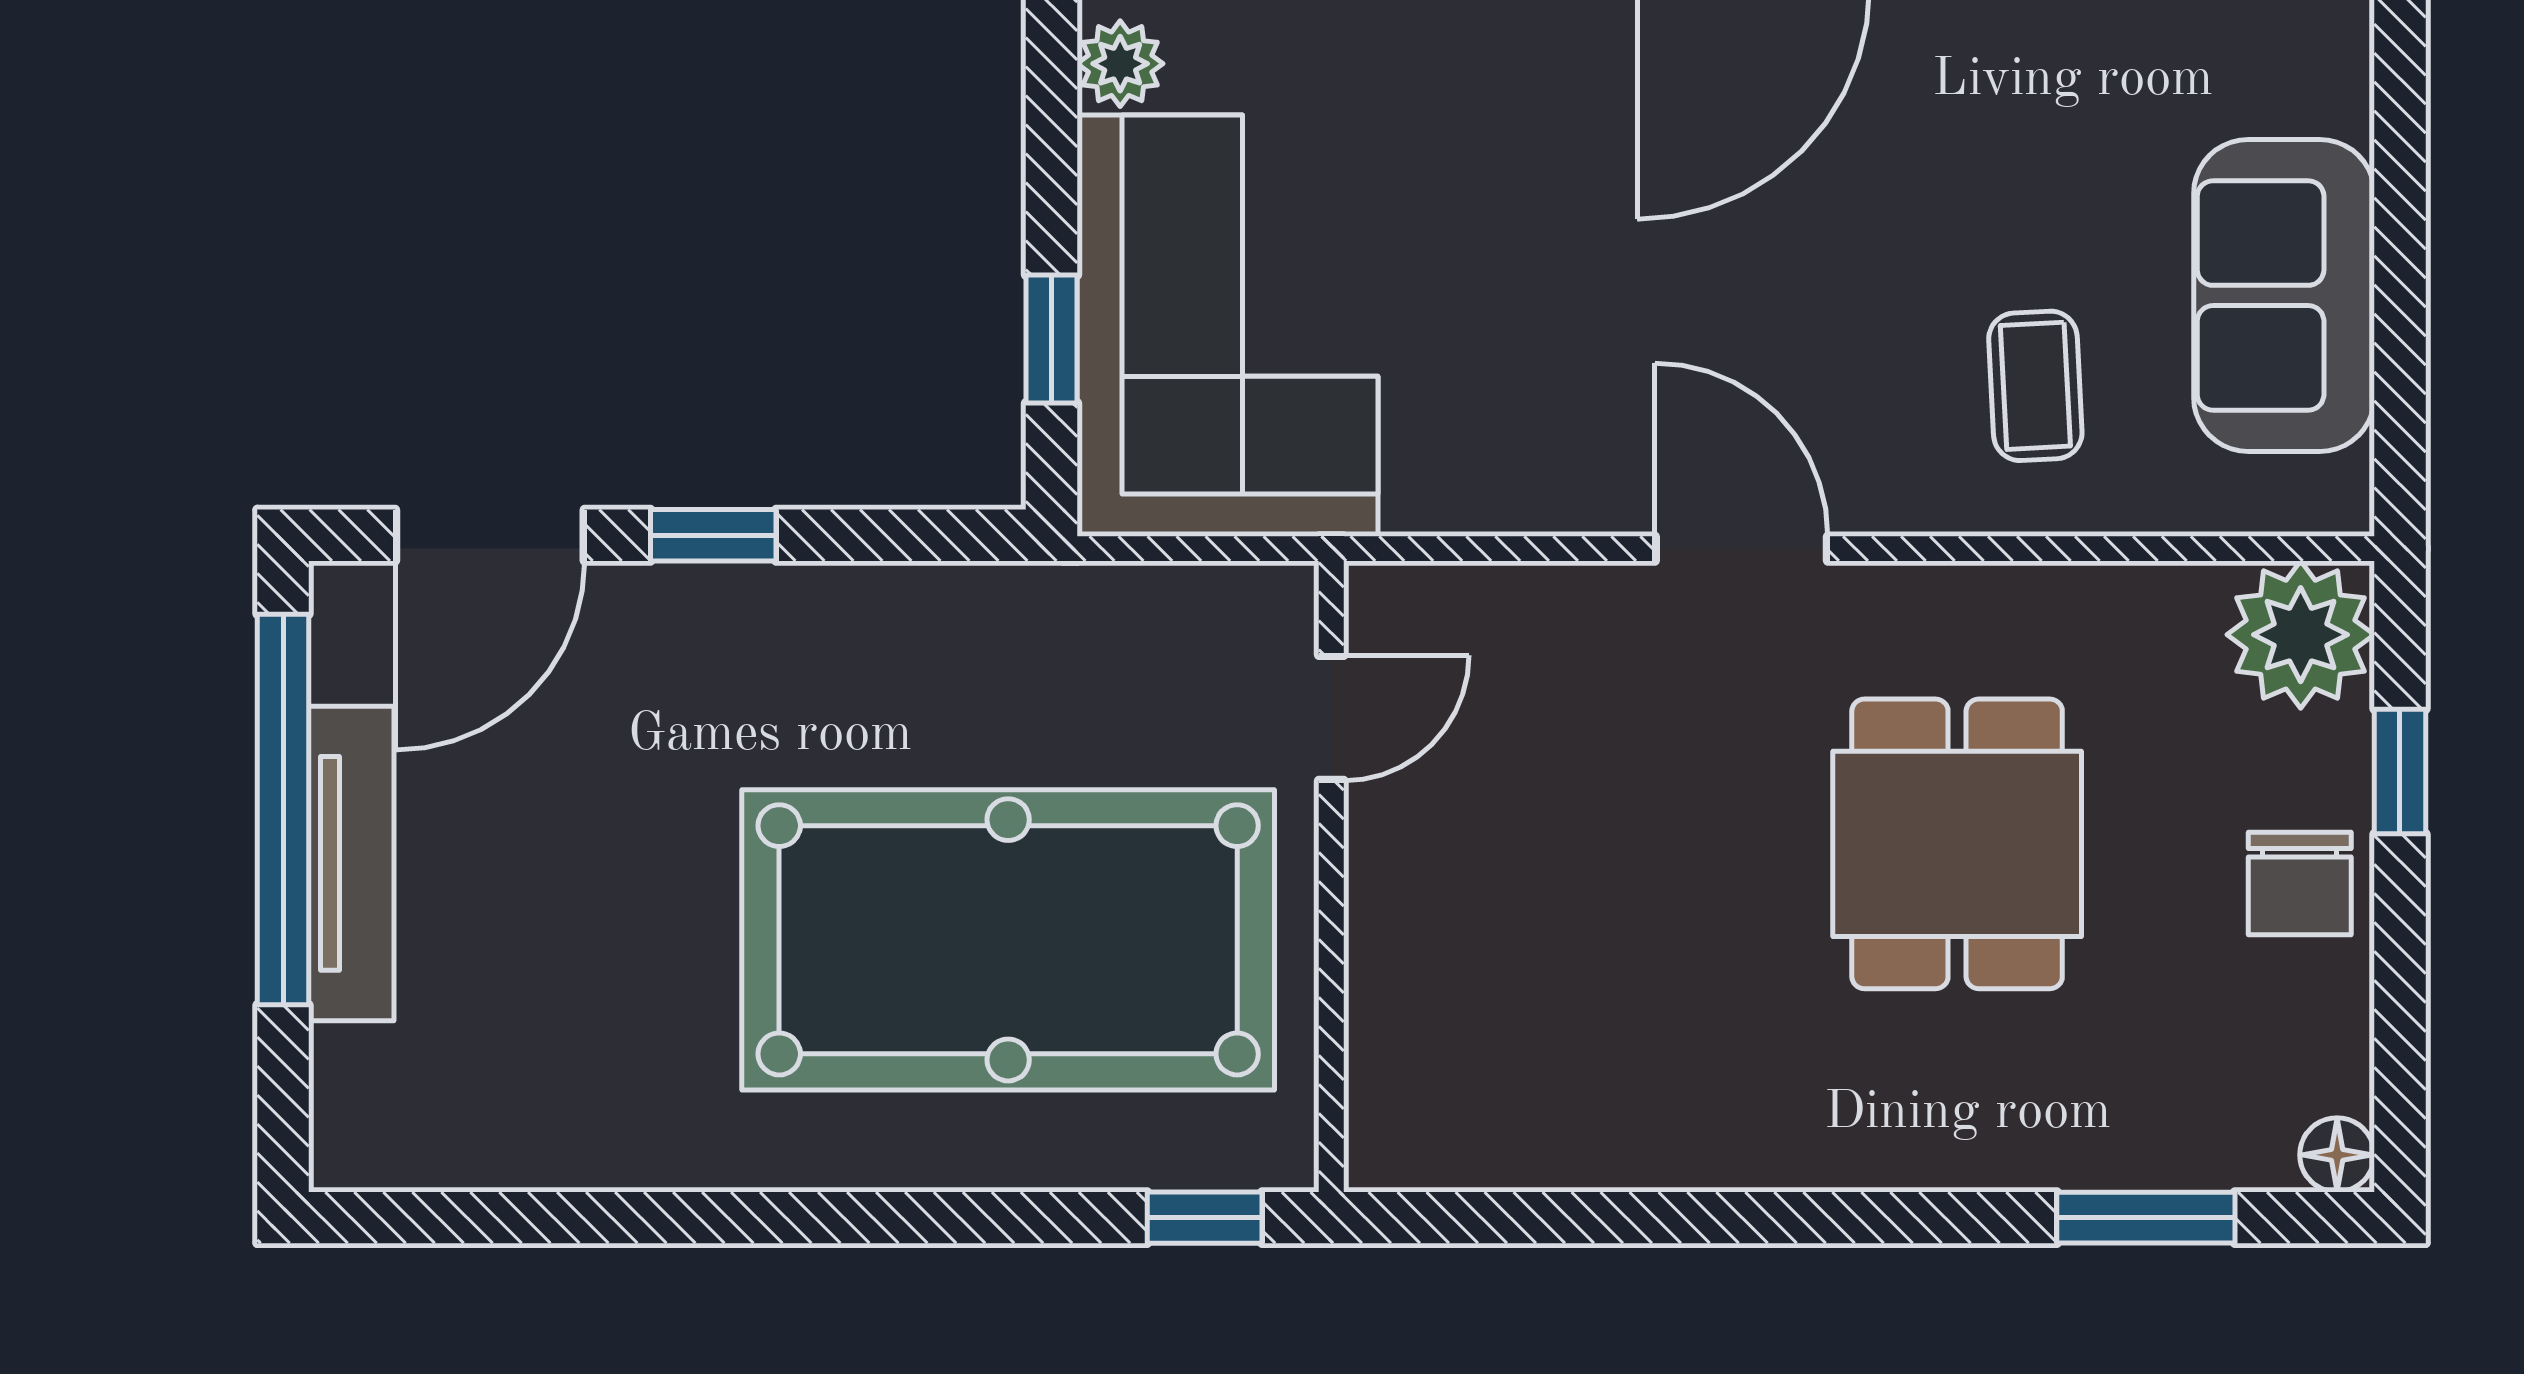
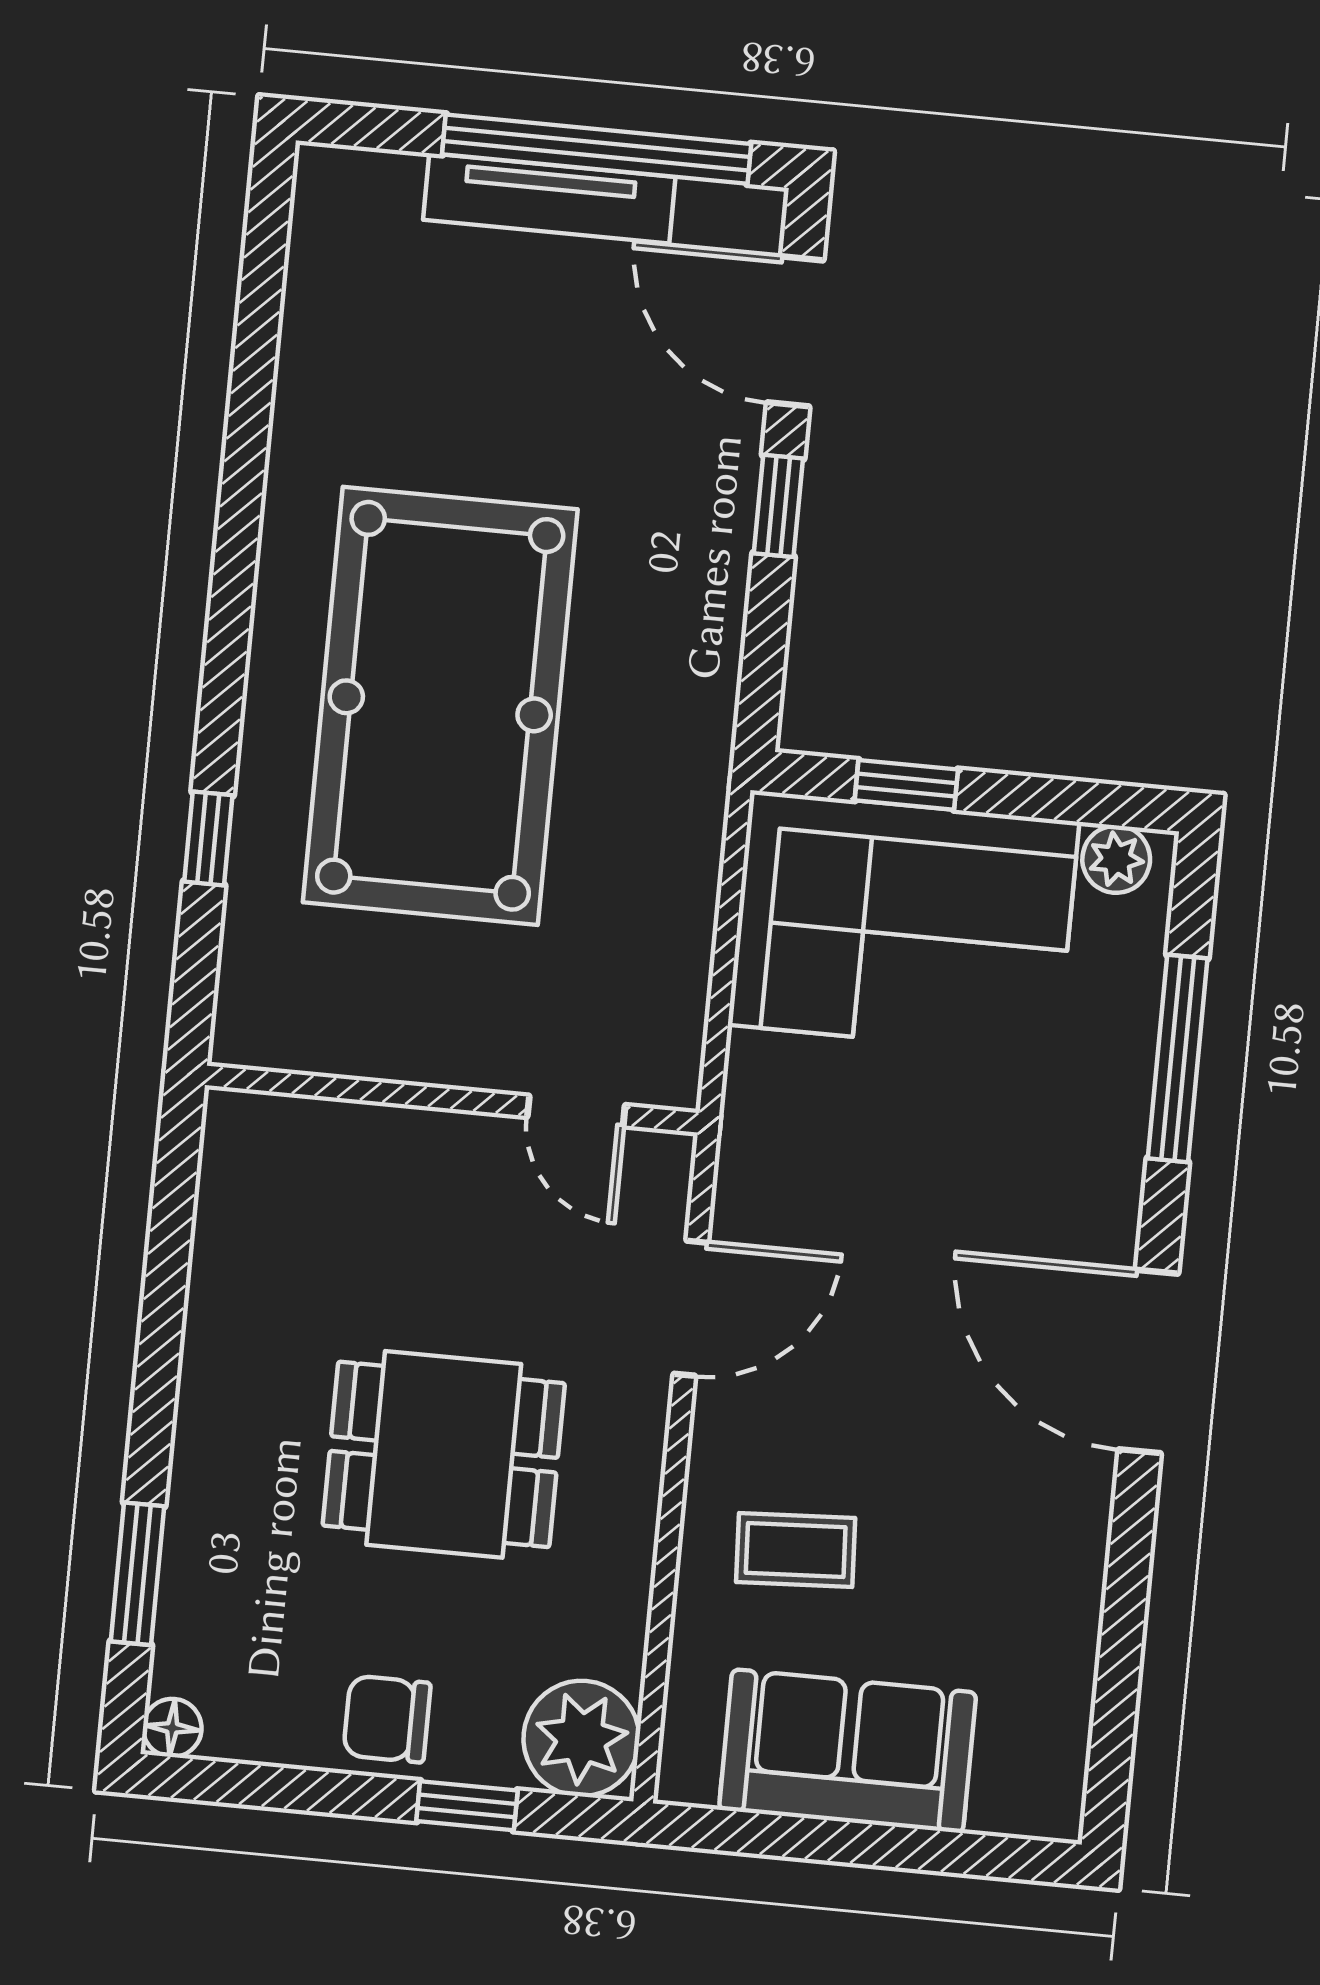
door: (1331, 718) -> (576, 1111), moved
wall: (1331, 876) -> (452, 1099), moved

